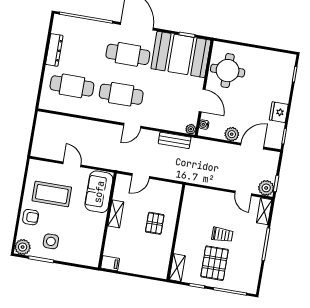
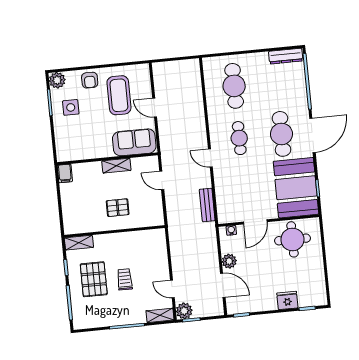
dresser: (54, 50) -> (286, 56), moved
cafe table: (121, 94) -> (239, 138), width x0.73, depth x0.74
fridge: (279, 112) -> (287, 300), moved
plant: (191, 129) -> (223, 218), removed
door: (72, 164) -> (155, 108), swing flipped
door: (243, 193) -> (172, 289), hinge flipped
trolley: (222, 235) -> (125, 279), turned 180
pallet: (215, 263) -> (94, 279), turned 90

